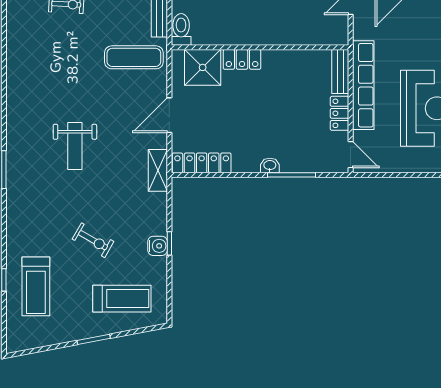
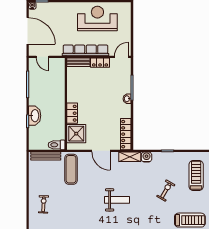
water cooler: (158, 246) -> (146, 157), moved

